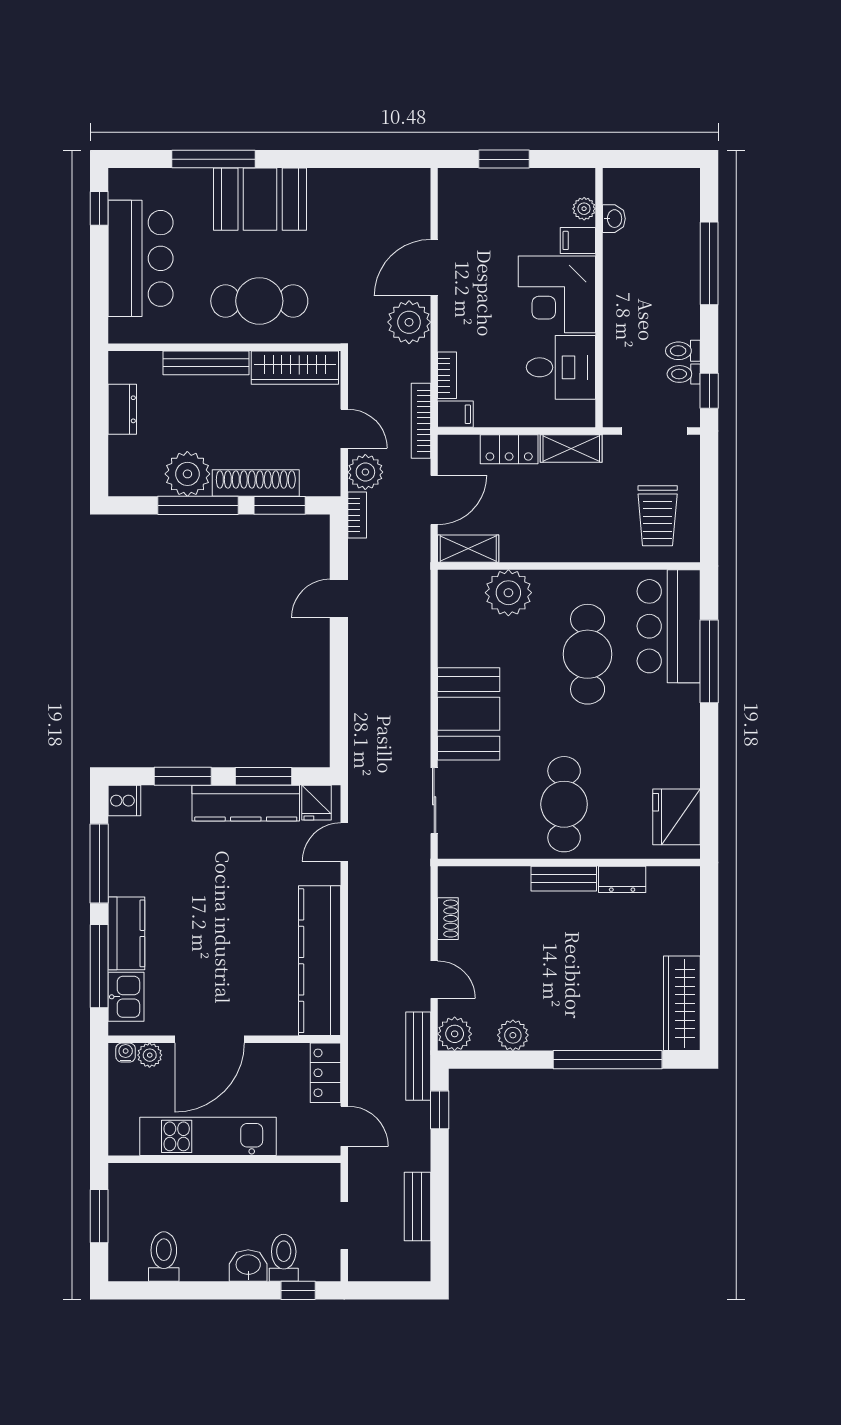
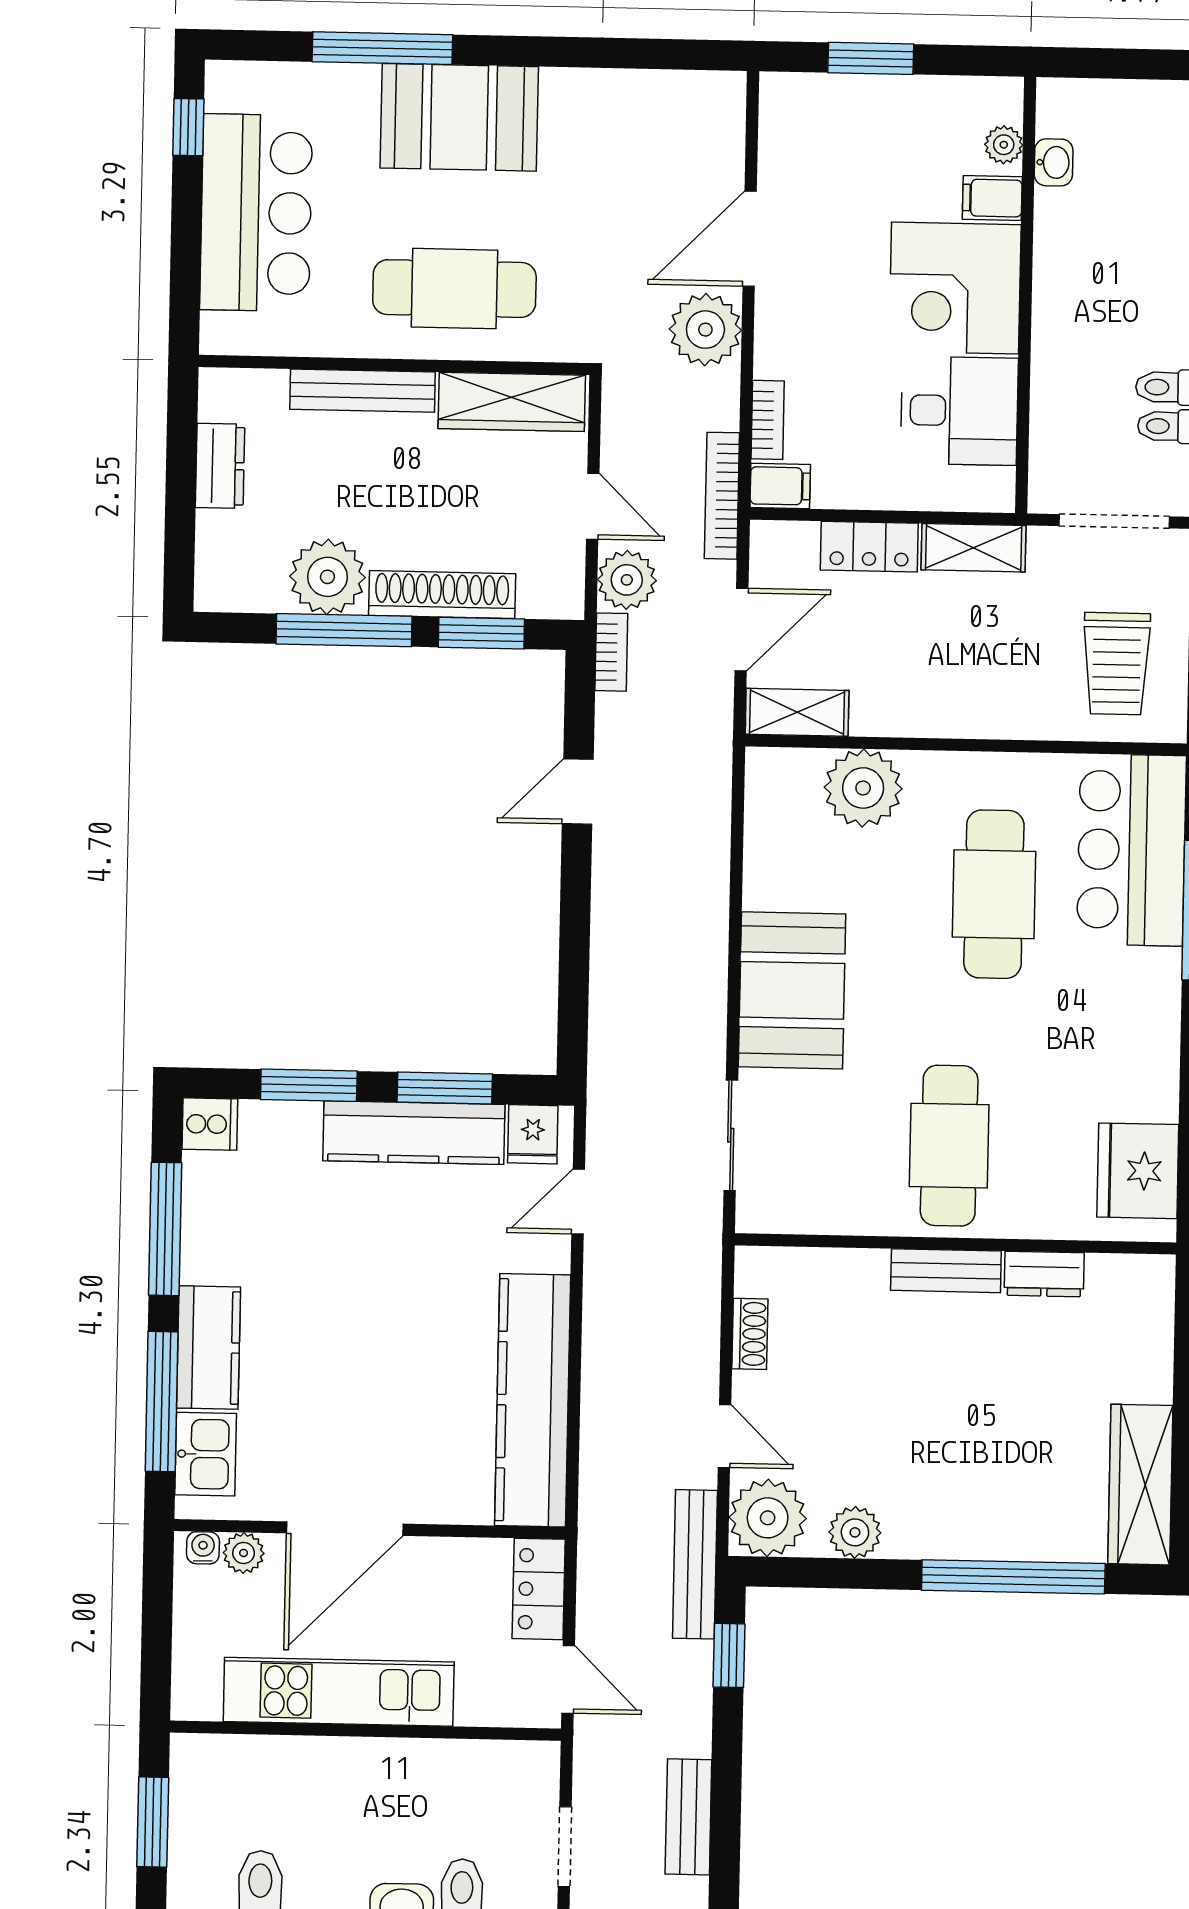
plant: (455, 1034) -> (768, 1518), width x1.36, depth x1.36

